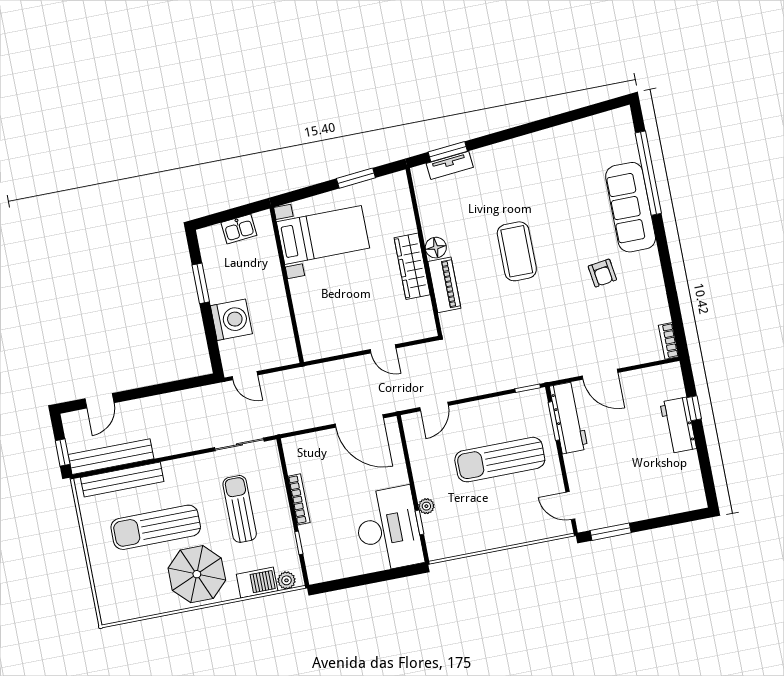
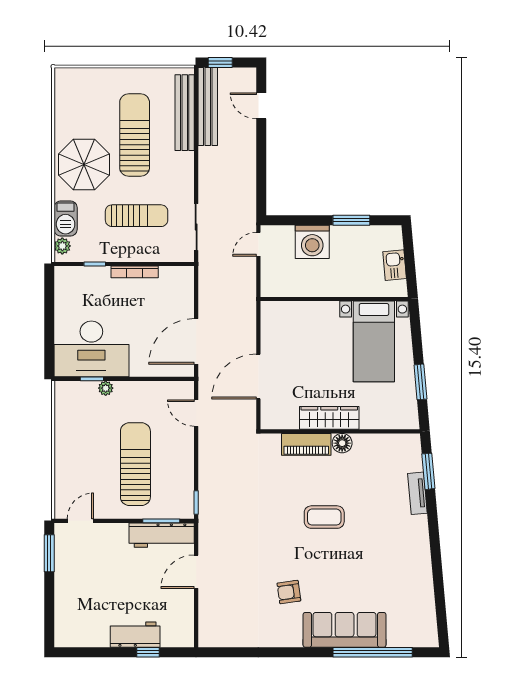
tv unit: (450, 165) -> (417, 493), moved
coffee table: (517, 251) -> (324, 517), width x0.73, depth x0.76
bookcase: (669, 341) -> (214, 641), removed
door: (383, 349) -> (258, 376), width x1.87

